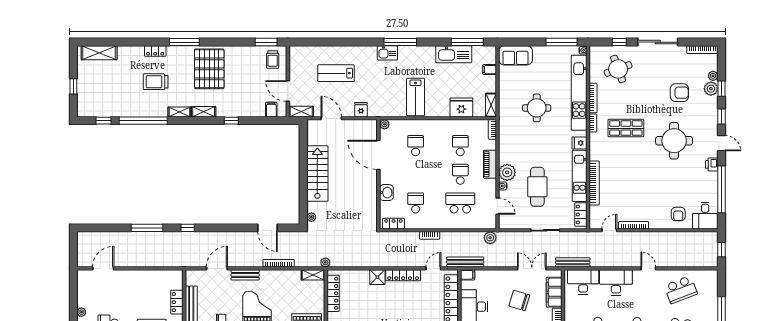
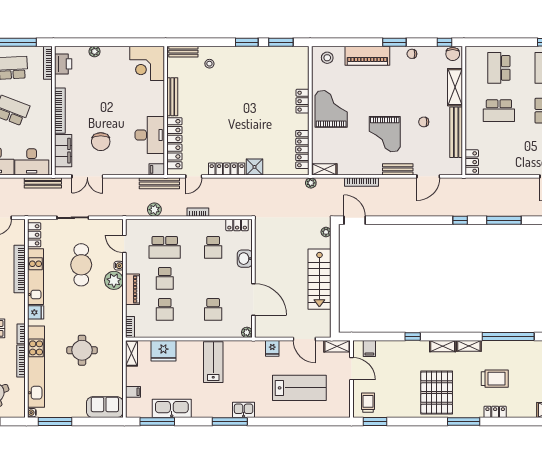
lab bench: (336, 73) -> (299, 388), width x1.36, depth x1.39
door: (268, 228) -> (355, 220), moved
plant: (490, 238) -> (154, 210), moved
chair: (519, 301) -> (101, 142), turned 73
locker: (177, 302) -> (472, 162), moved

